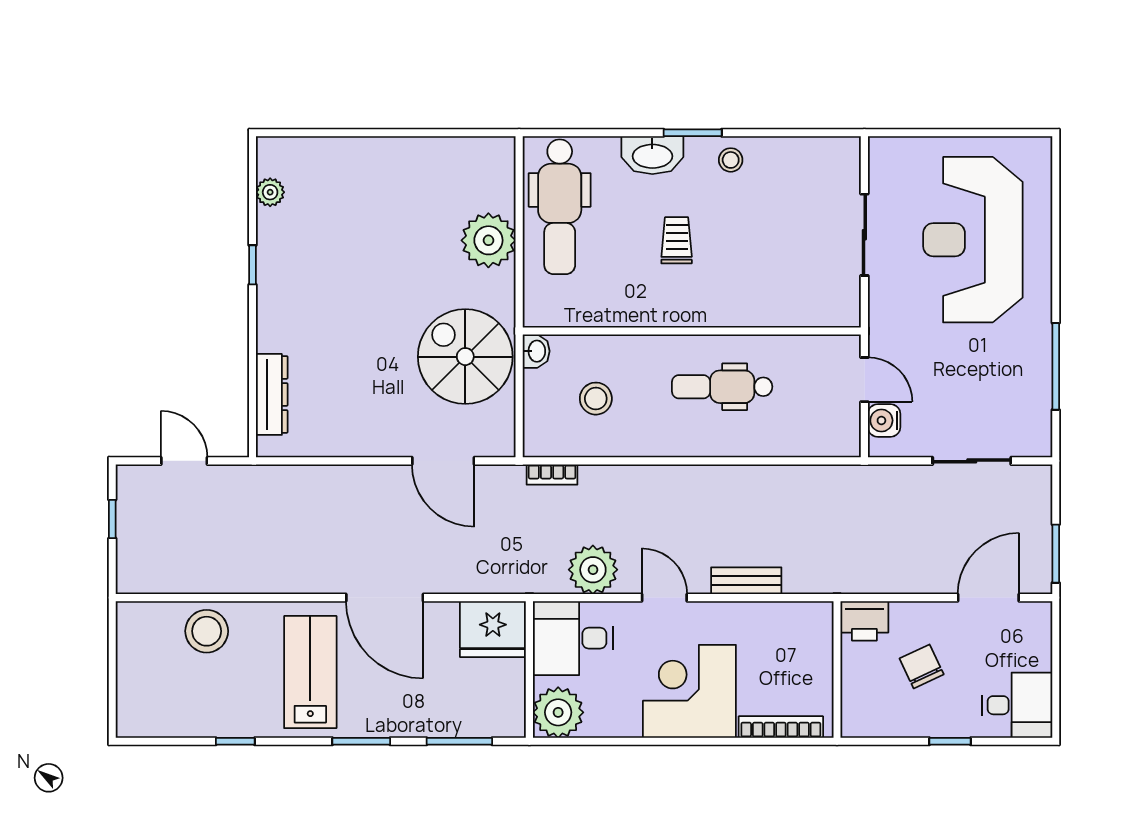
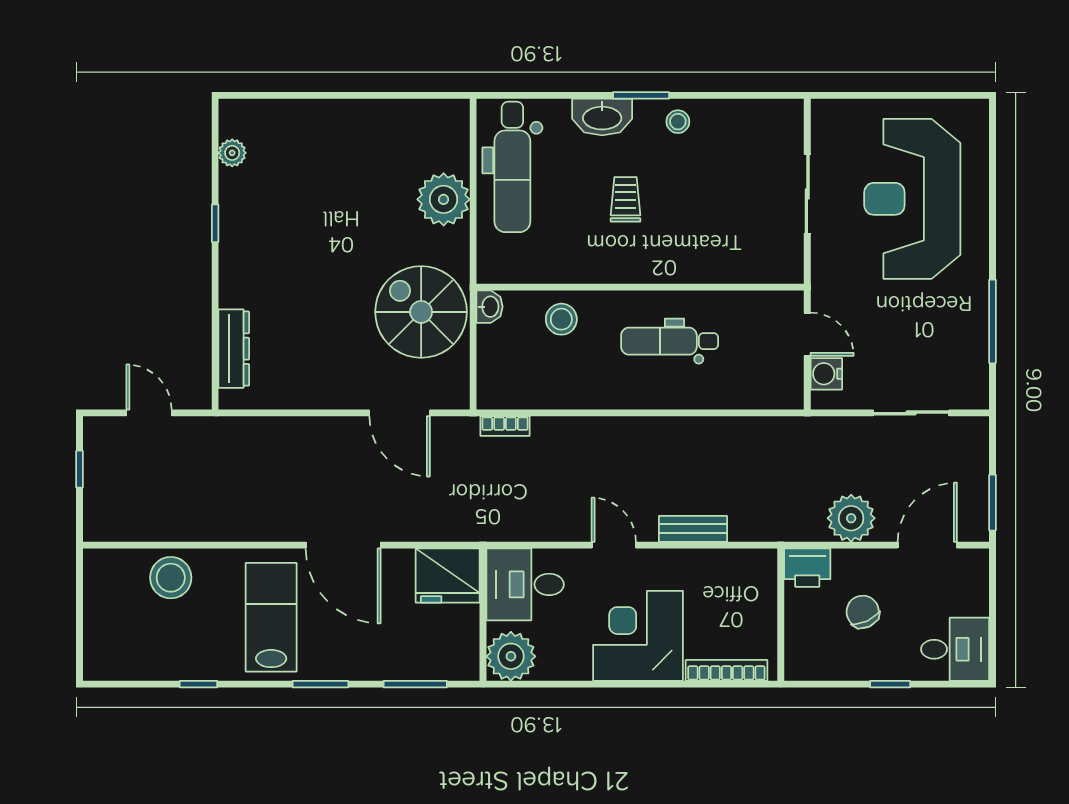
stool: (596, 399) -> (561, 319), moved
plant: (593, 570) -> (851, 518), moved

